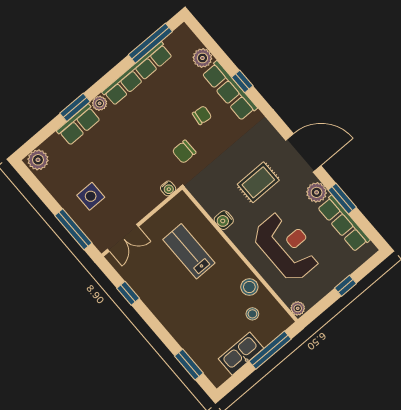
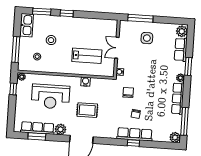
plant: (202, 58) -> (175, 137), moved
row of seats: (137, 74) -> (178, 98), width x0.73
row of seats: (79, 125) -> (181, 50), moved
rug: (258, 182) -> (87, 110), turned 90
window: (342, 199) -> (37, 136), moved
double door: (123, 238) -> (117, 48), moved
window: (345, 286) -> (13, 89), moved
stool: (249, 287) -> (51, 40), moved
window: (128, 293) -> (67, 13), moved
kitchen sink: (241, 354) -> (27, 25), moved

